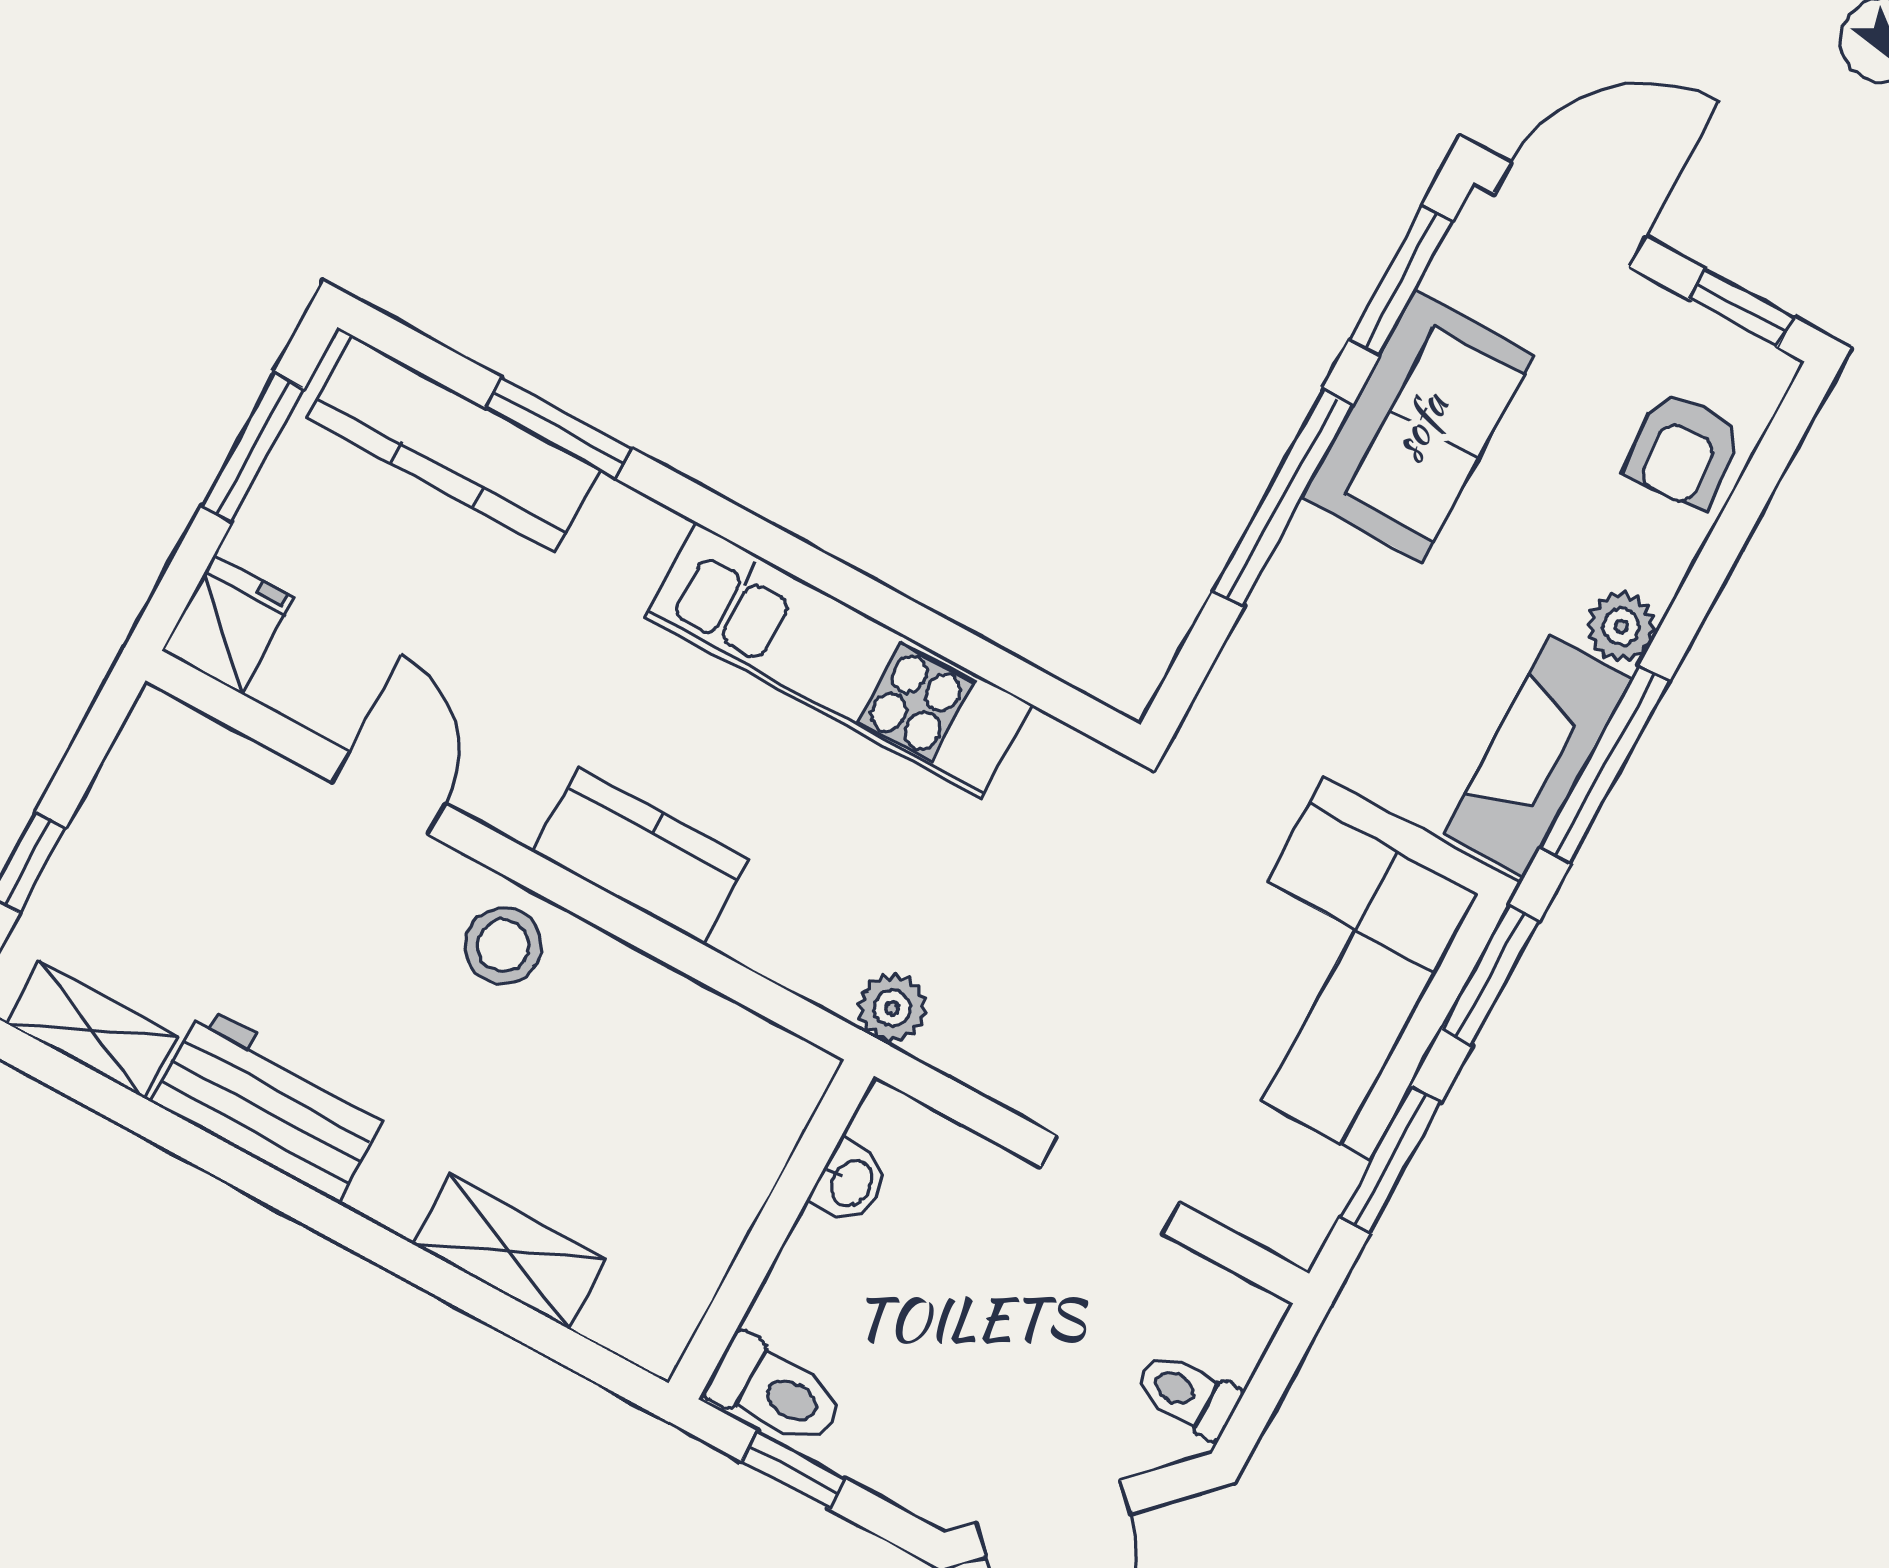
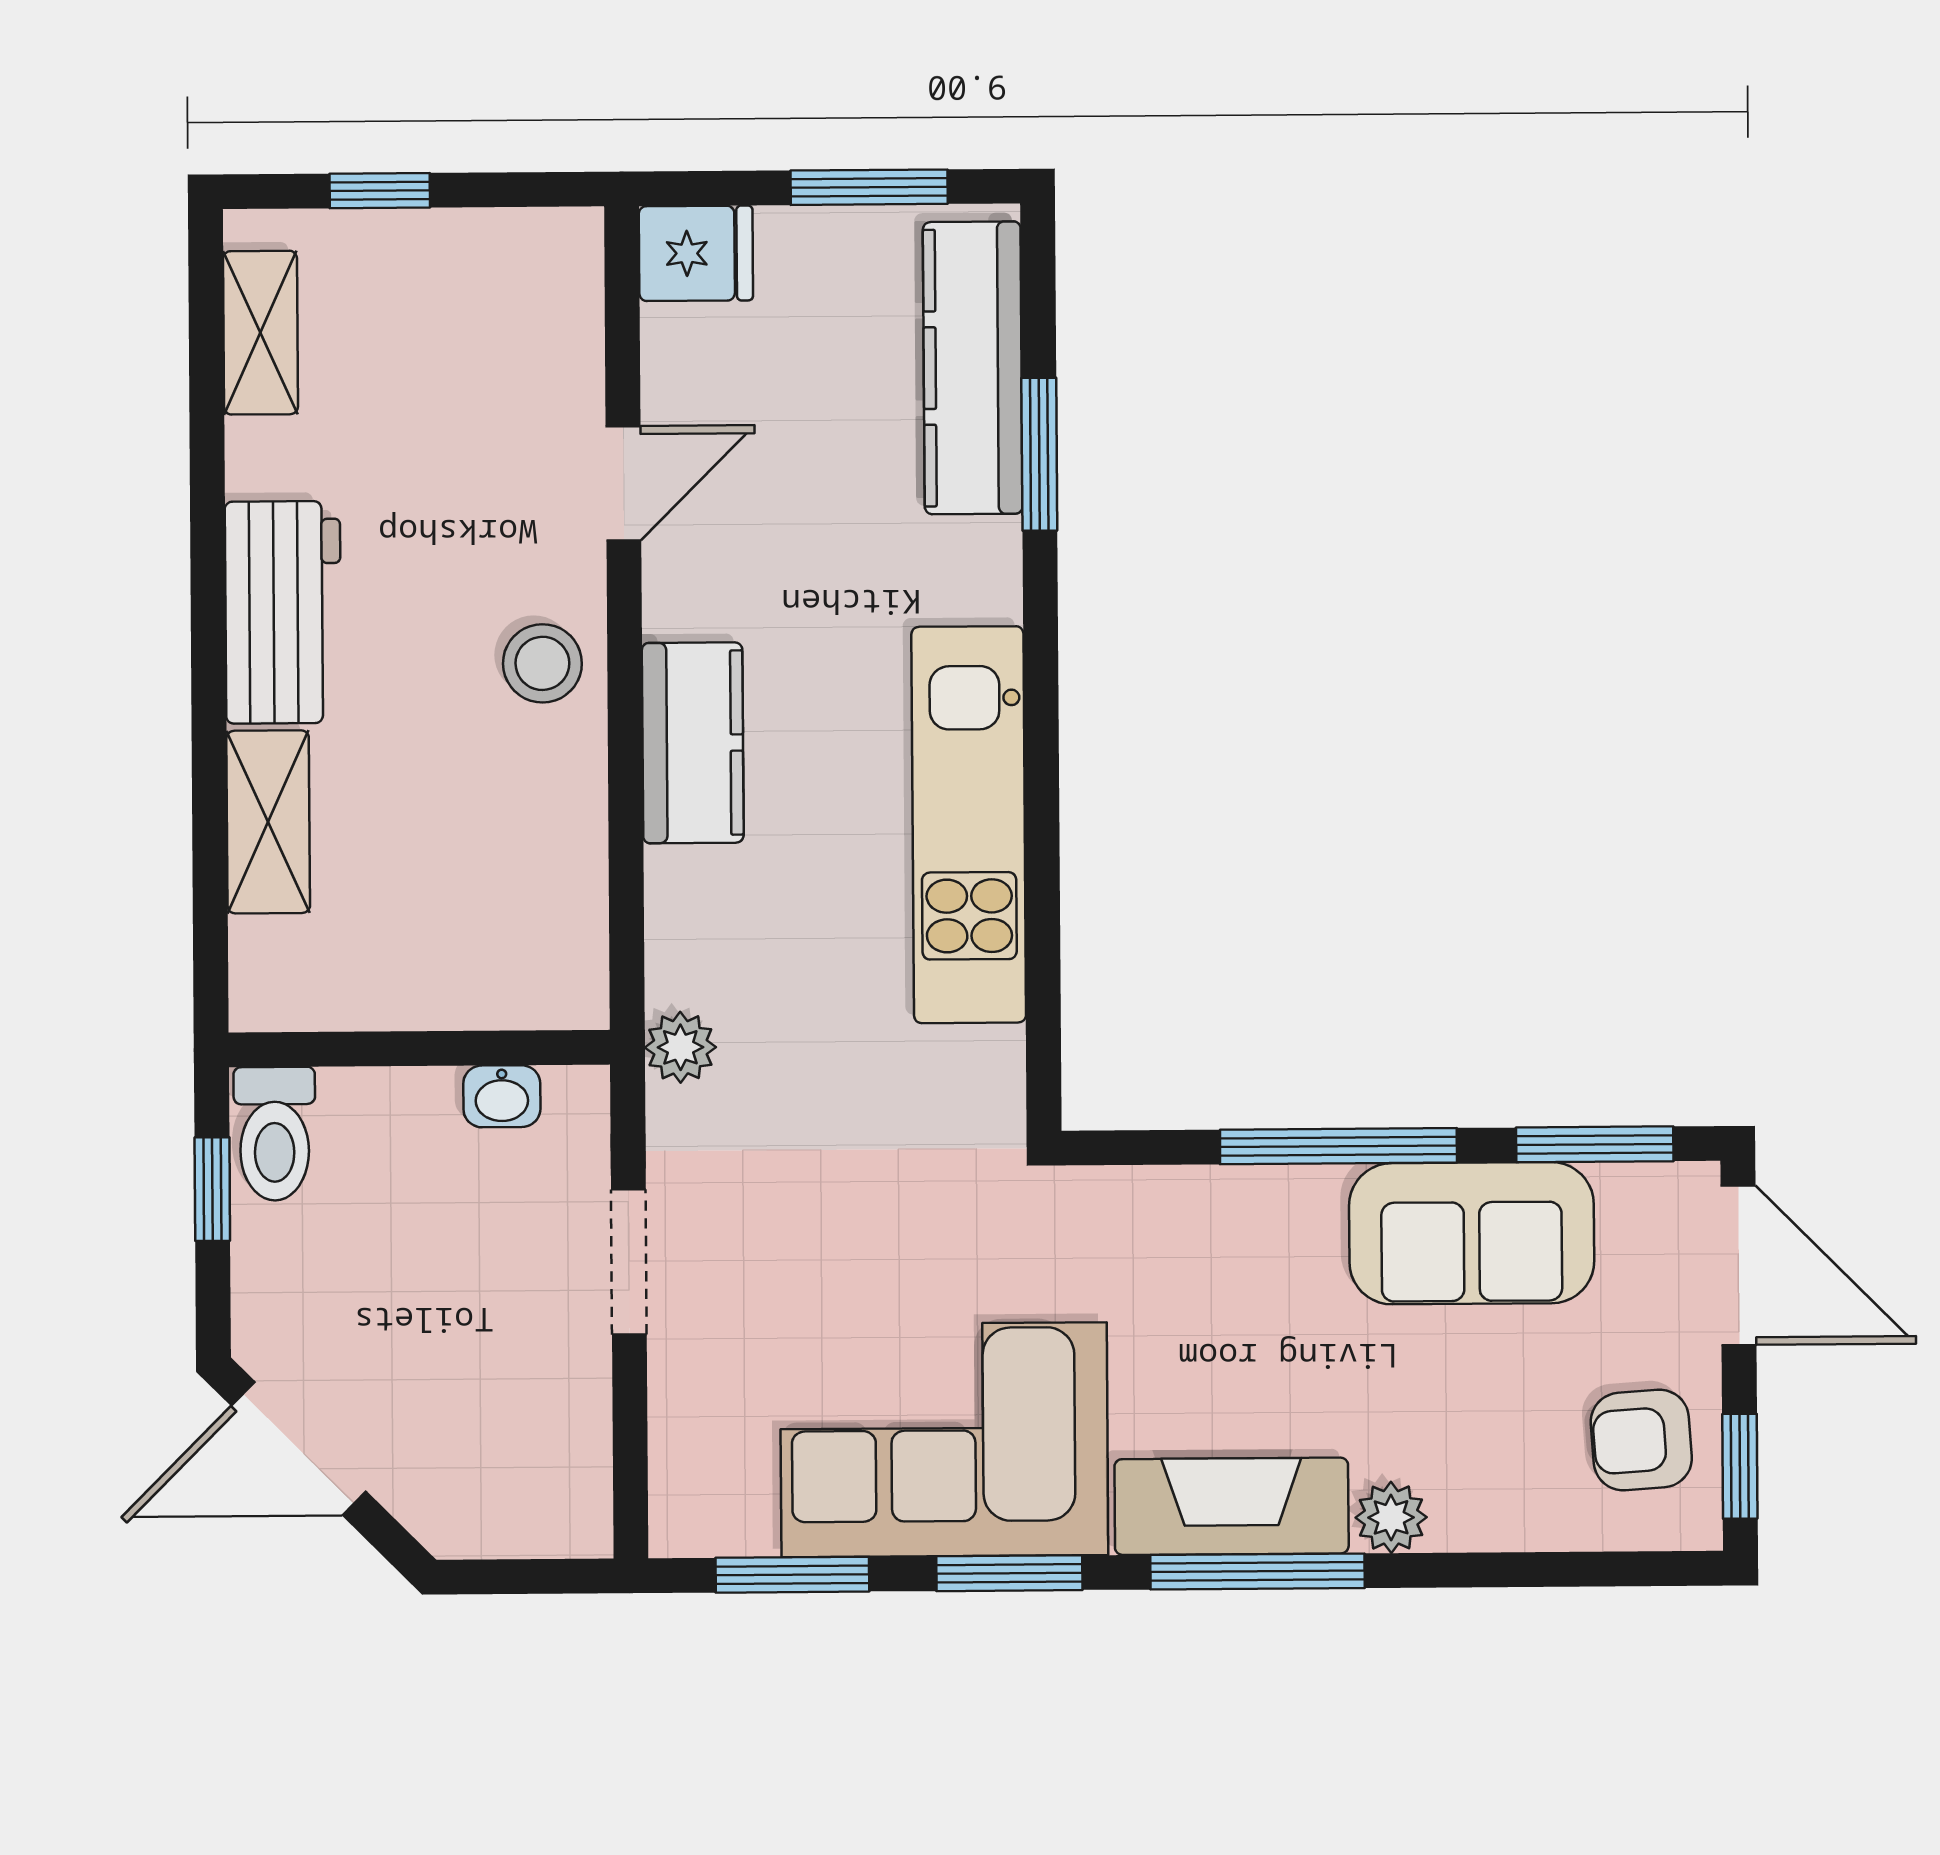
armchair: (1683, 451) -> (1641, 1440), moved
workbench: (271, 1104) -> (283, 612), moved
doorway: (1110, 1185) -> (629, 1262), moved
toilet: (1187, 1395) -> (478, 1508), removed

